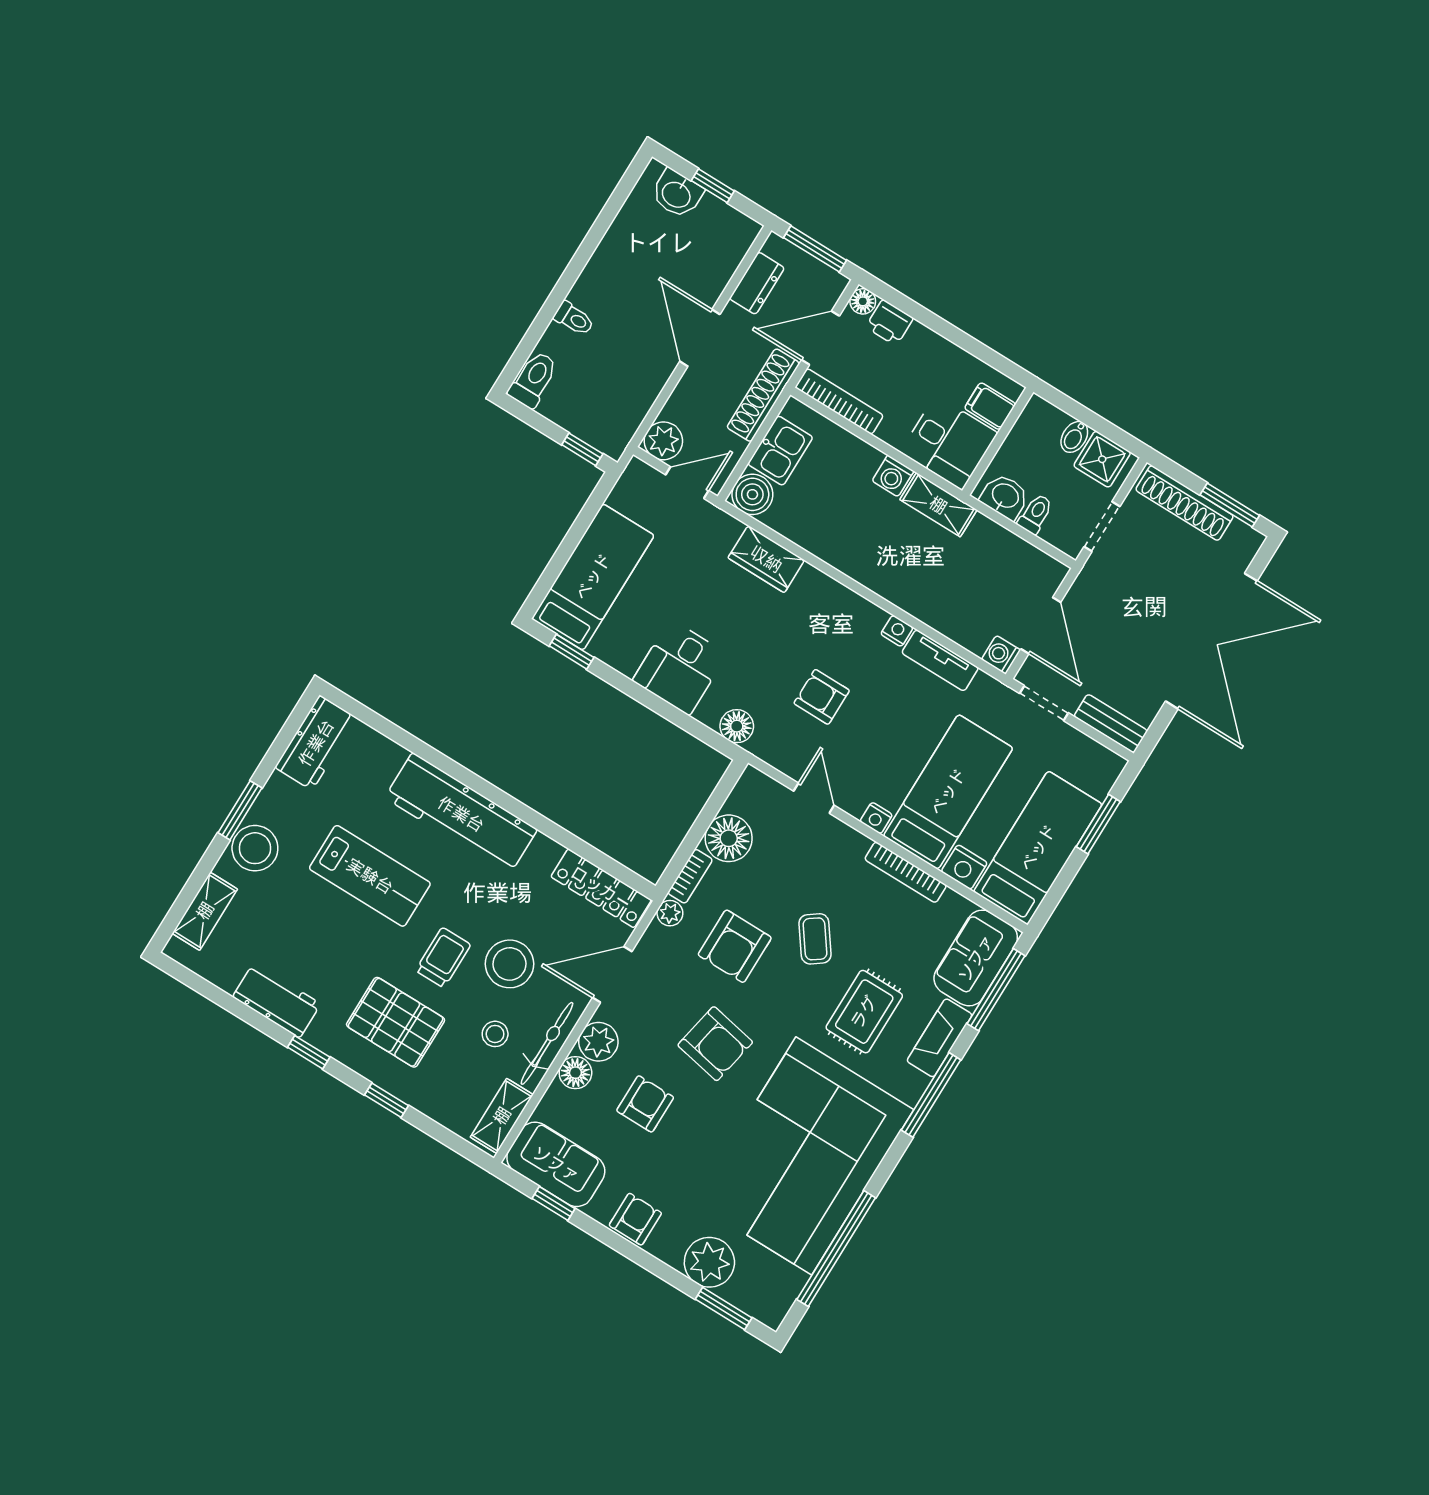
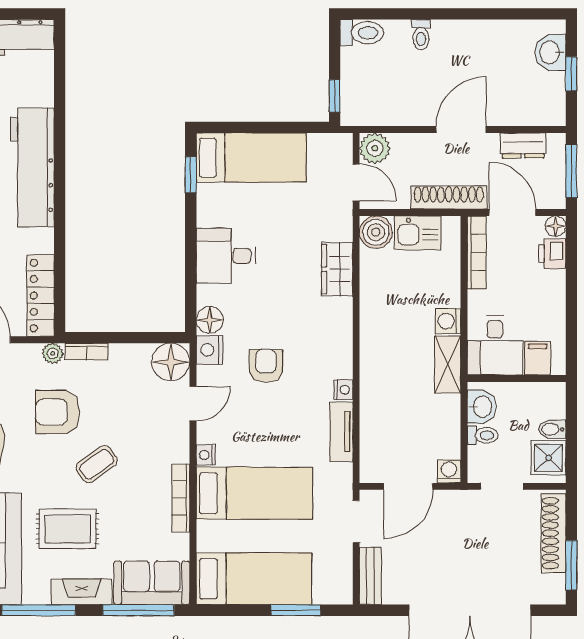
washing machine: (1001, 655) -> (449, 471), moved
floor lamp: (729, 838) -> (171, 362), moved
nightstand: (964, 867) -> (209, 350), moved

